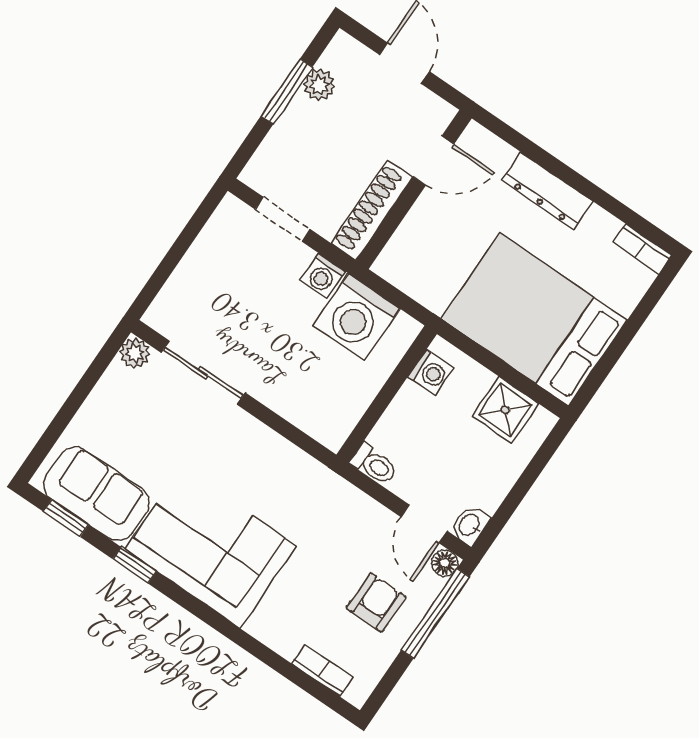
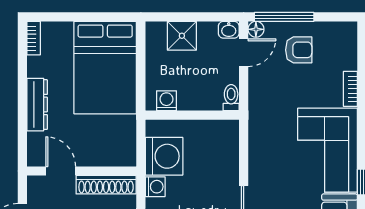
shower: (505, 410) -> (182, 36), moved
armchair: (376, 603) -> (299, 50), turned 180
bookcase: (323, 671) -> (350, 89), moved

